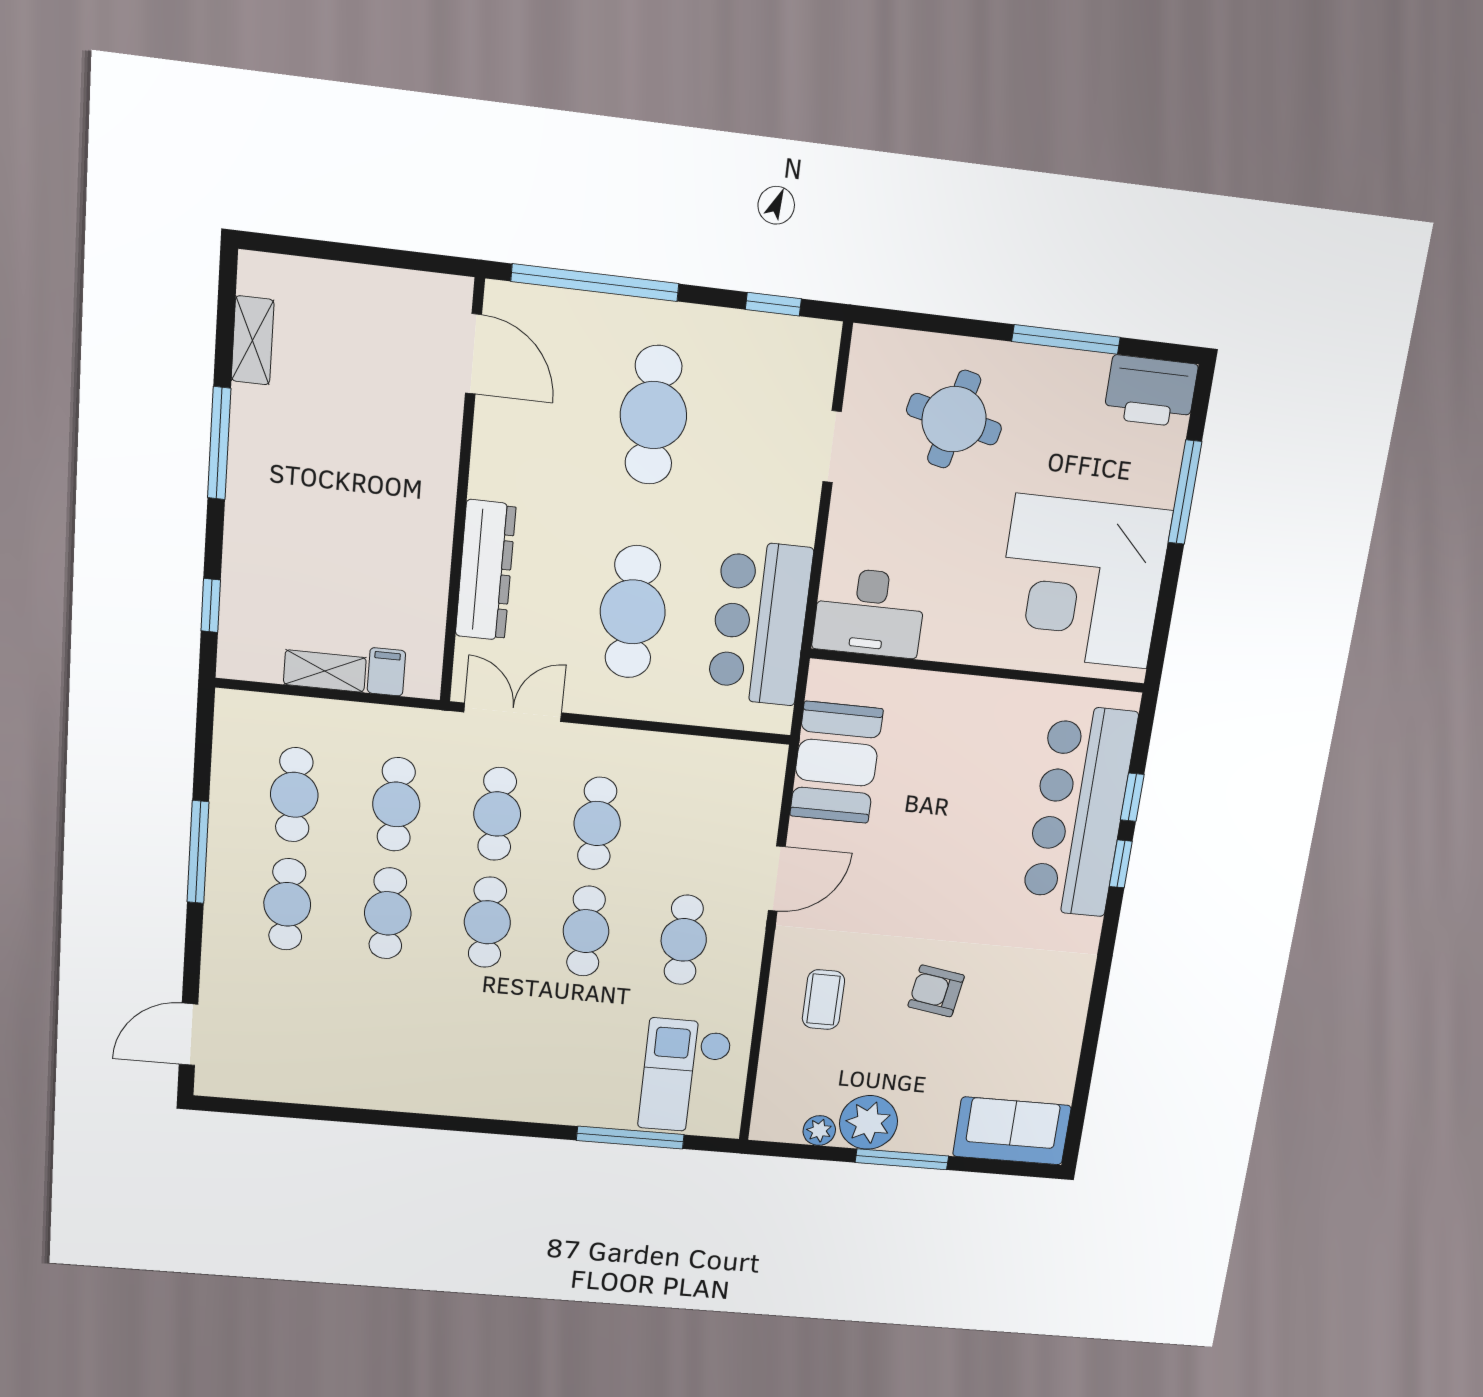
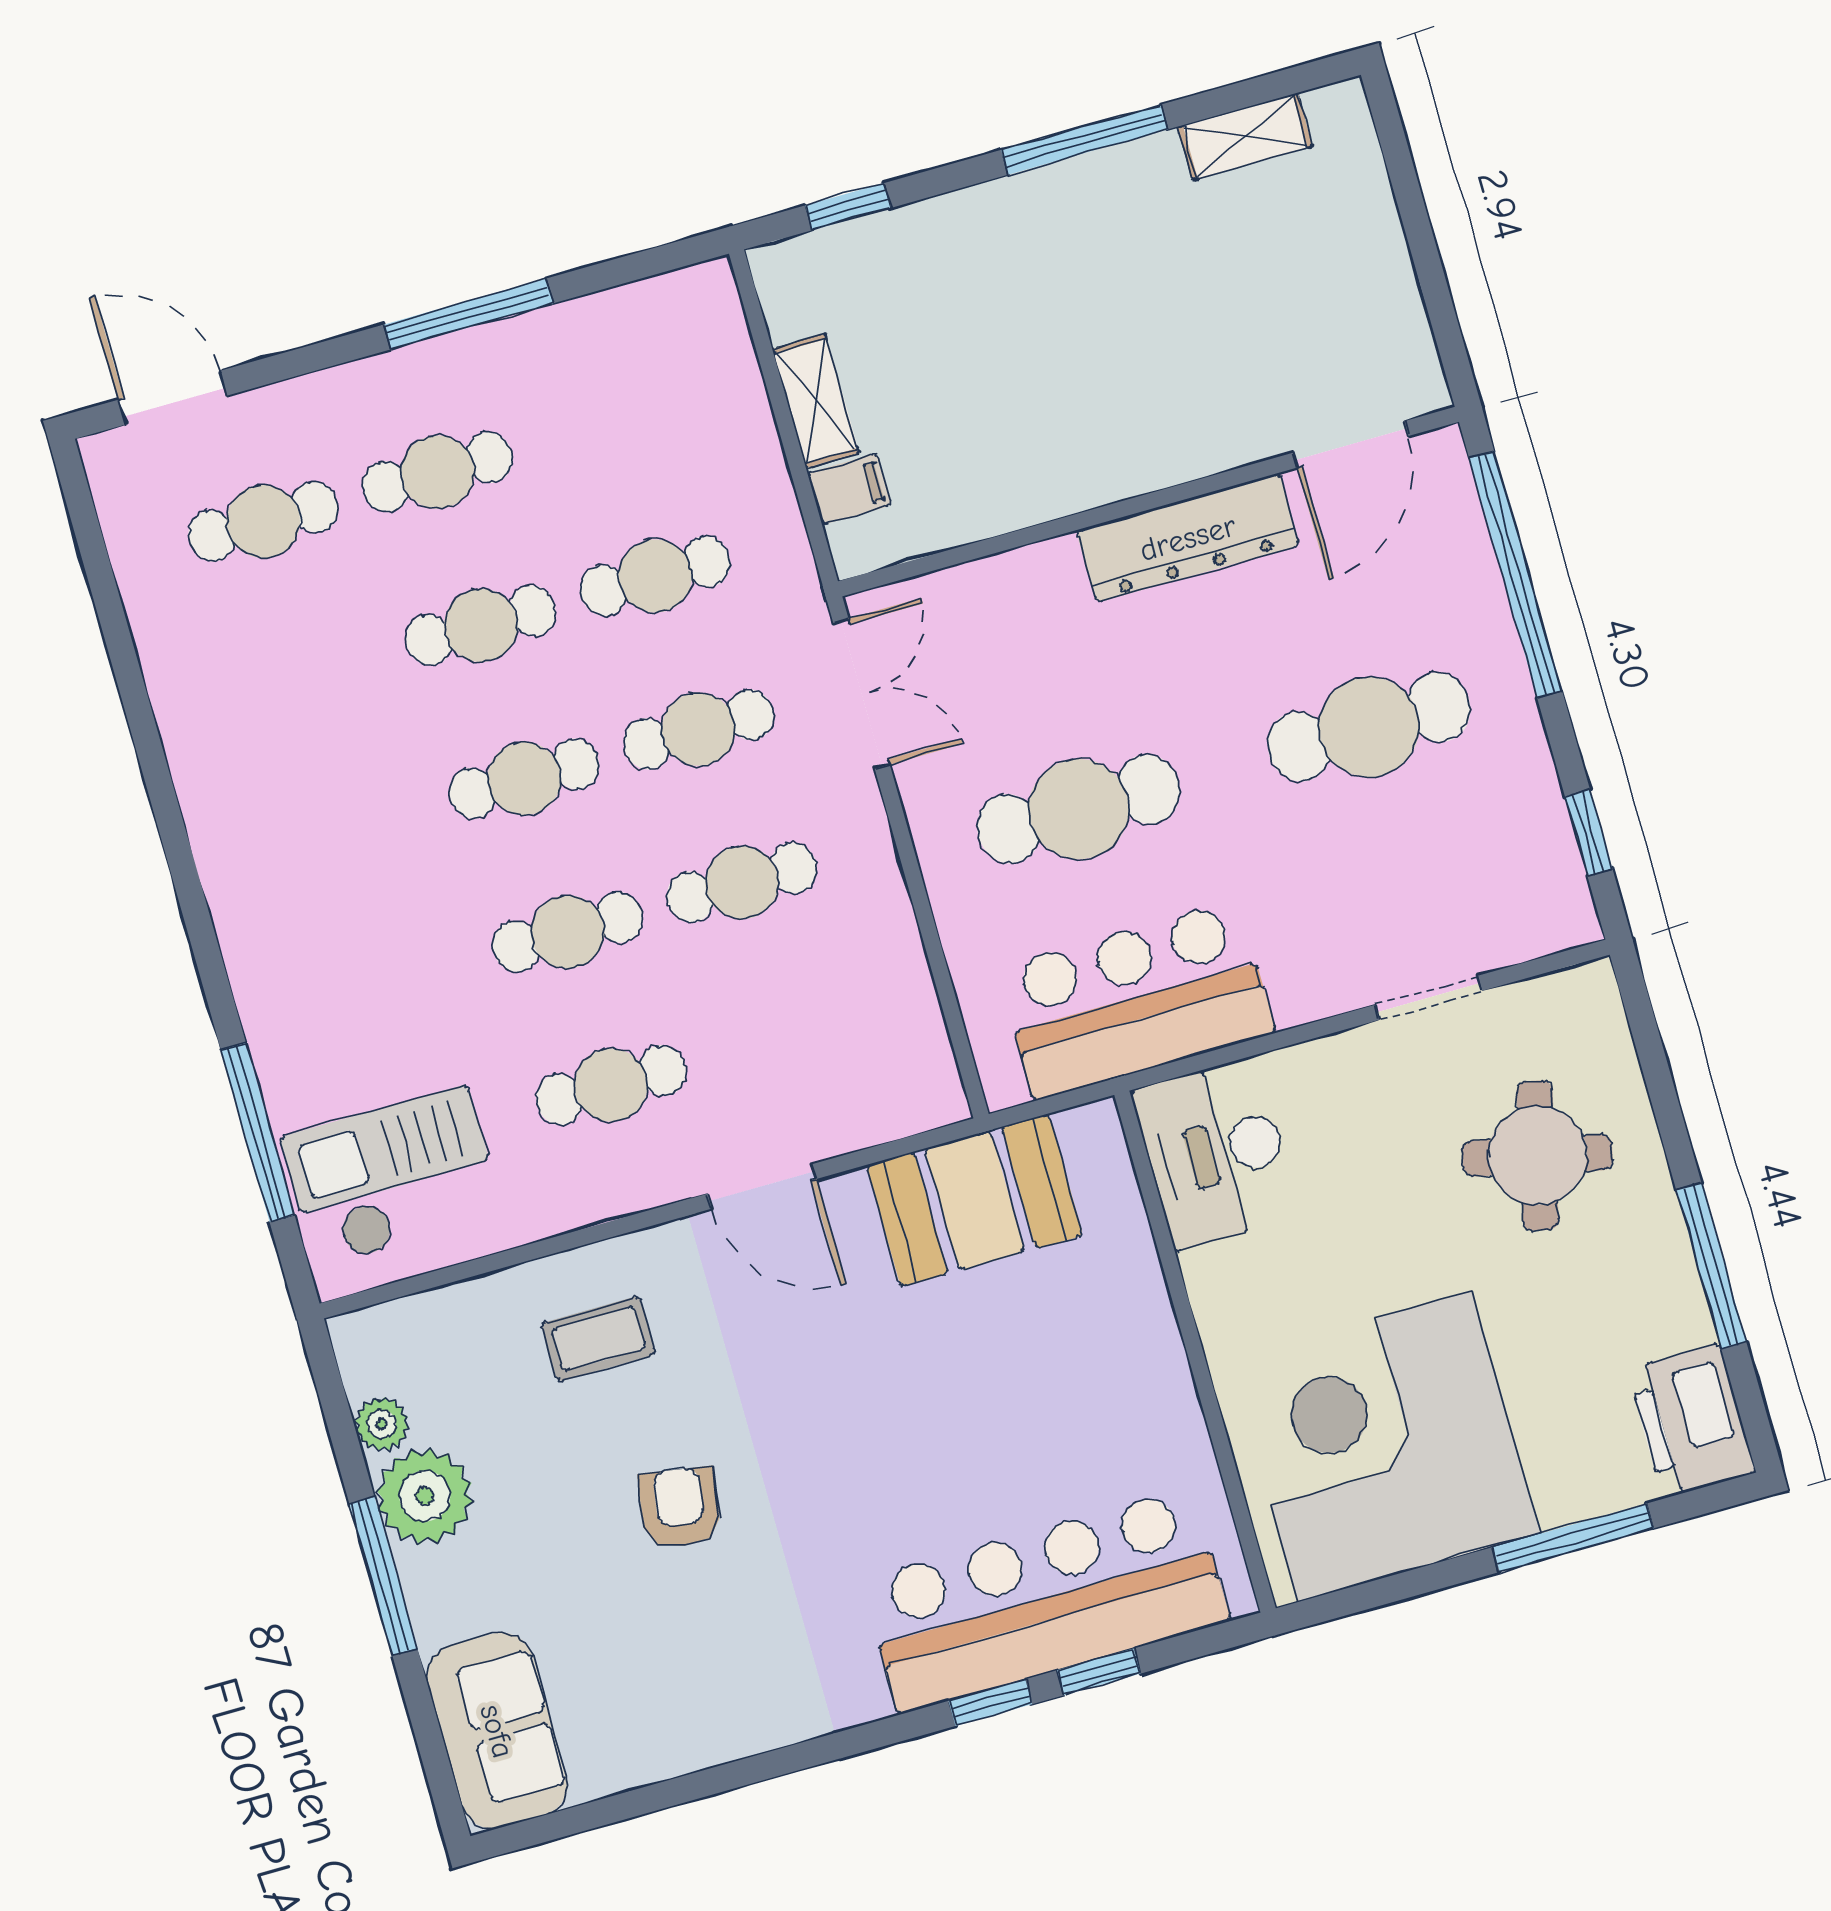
dresser: (486, 570) -> (1188, 538), moved
cafe table: (294, 795) -> (263, 521), moved

